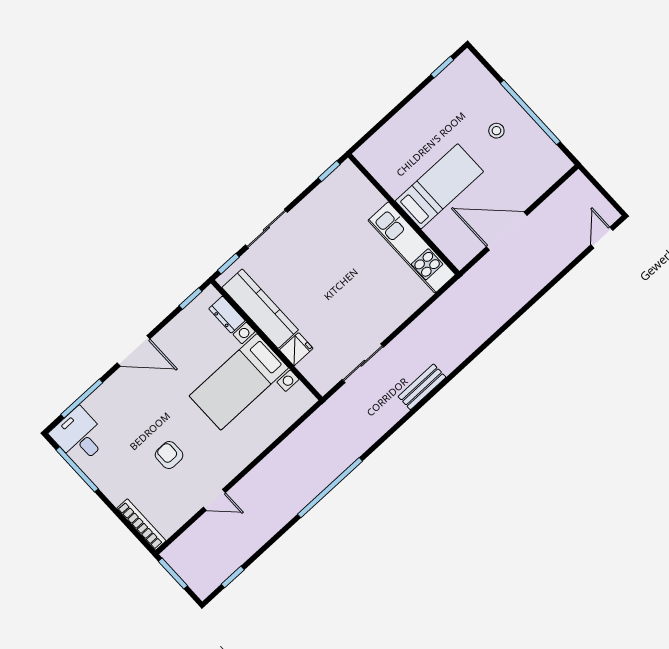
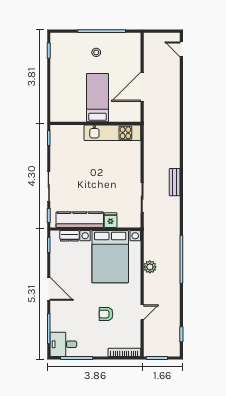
door: (134, 351) -> (49, 289), hinge flipped
bed with nightstands: (239, 382) -> (110, 257), width x1.36
plant: (283, 456) -> (150, 267), added

